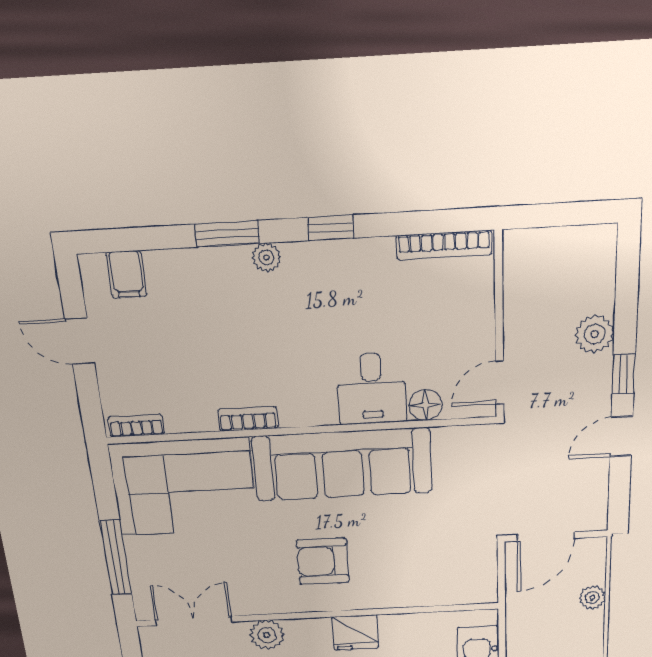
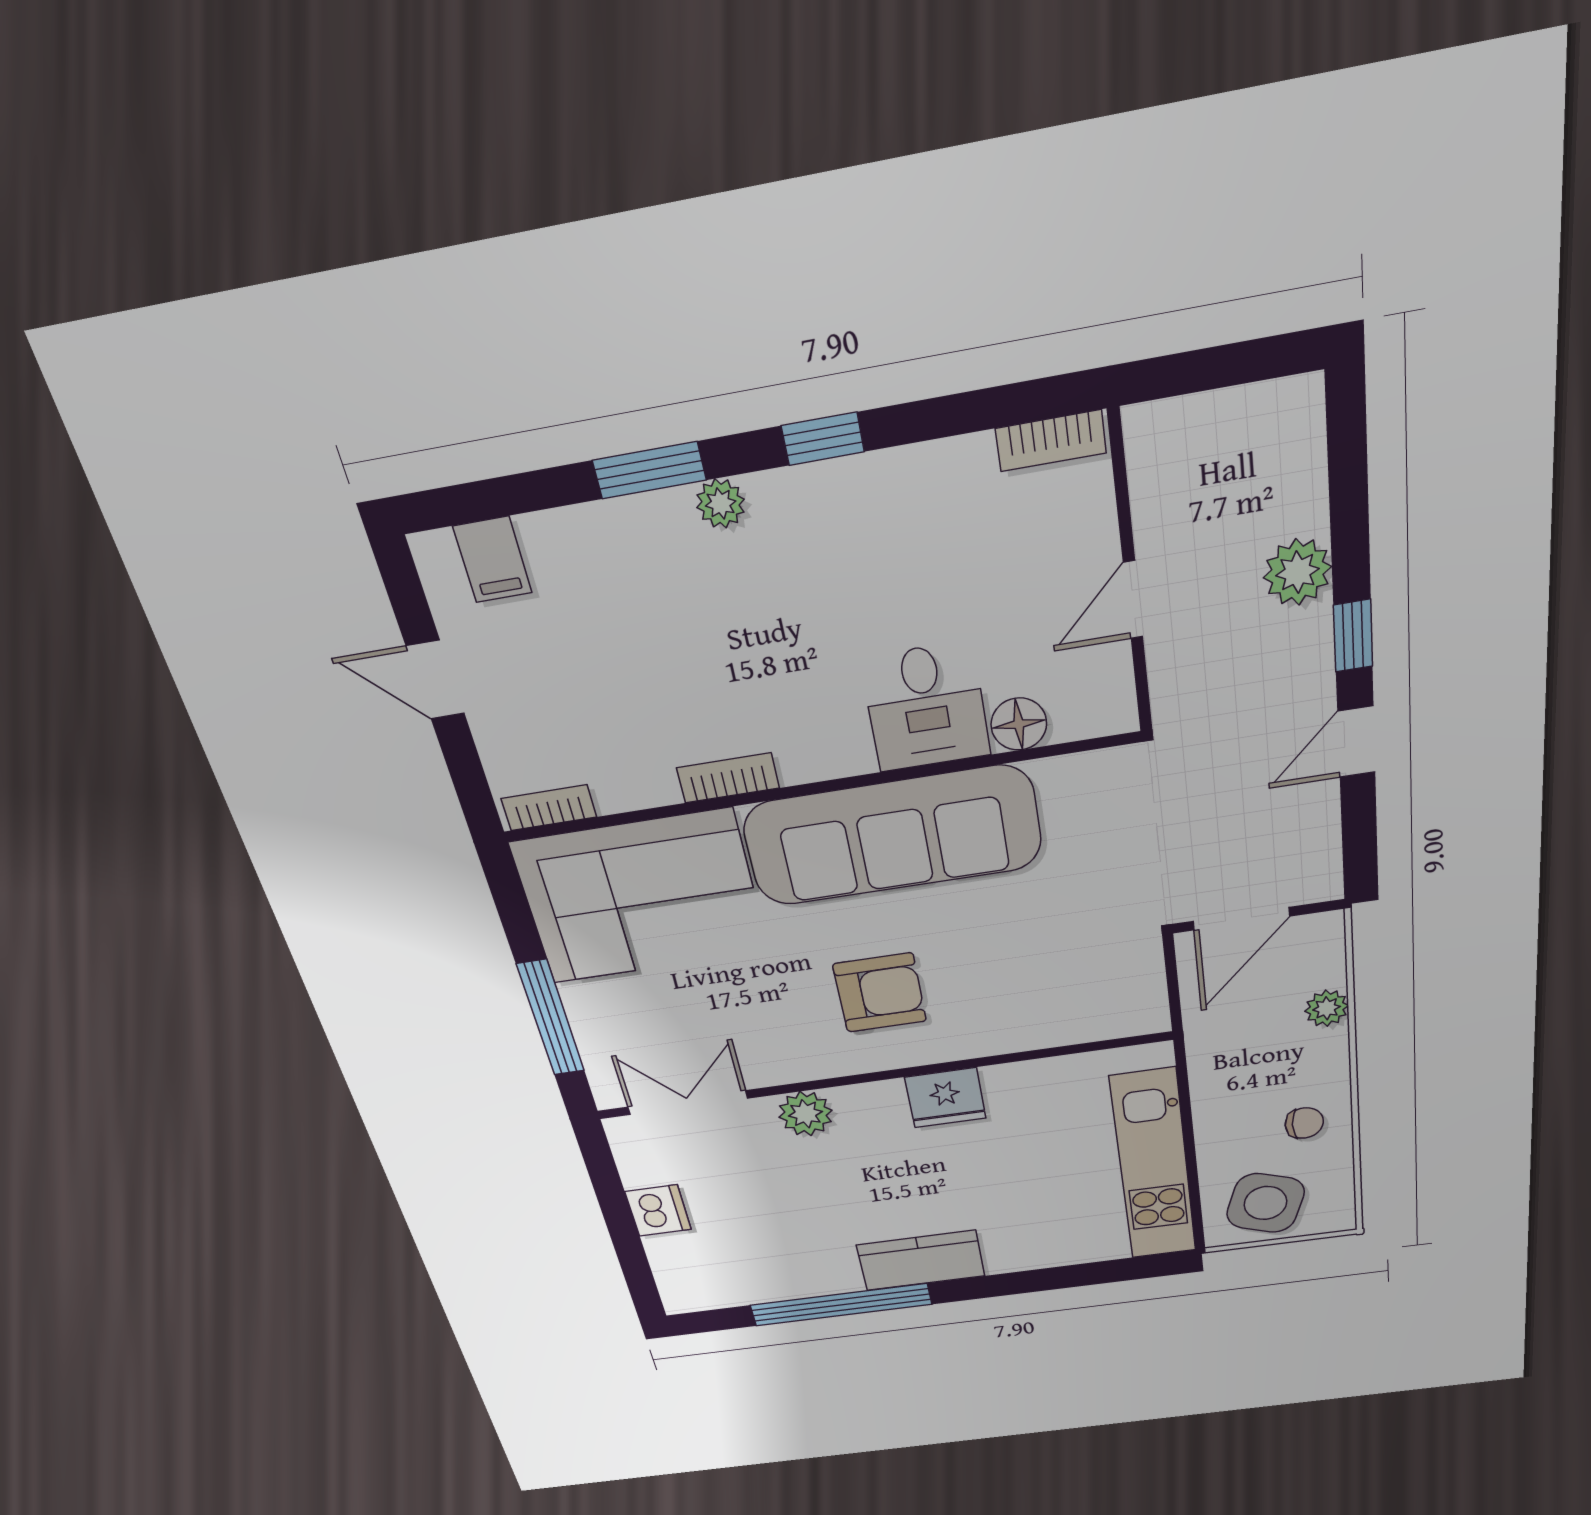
bookcase: (444, 245) -> (1051, 441), width x0.64
door: (500, 382) -> (1133, 600), moved
armchair: (323, 561) -> (880, 993), turned 180

